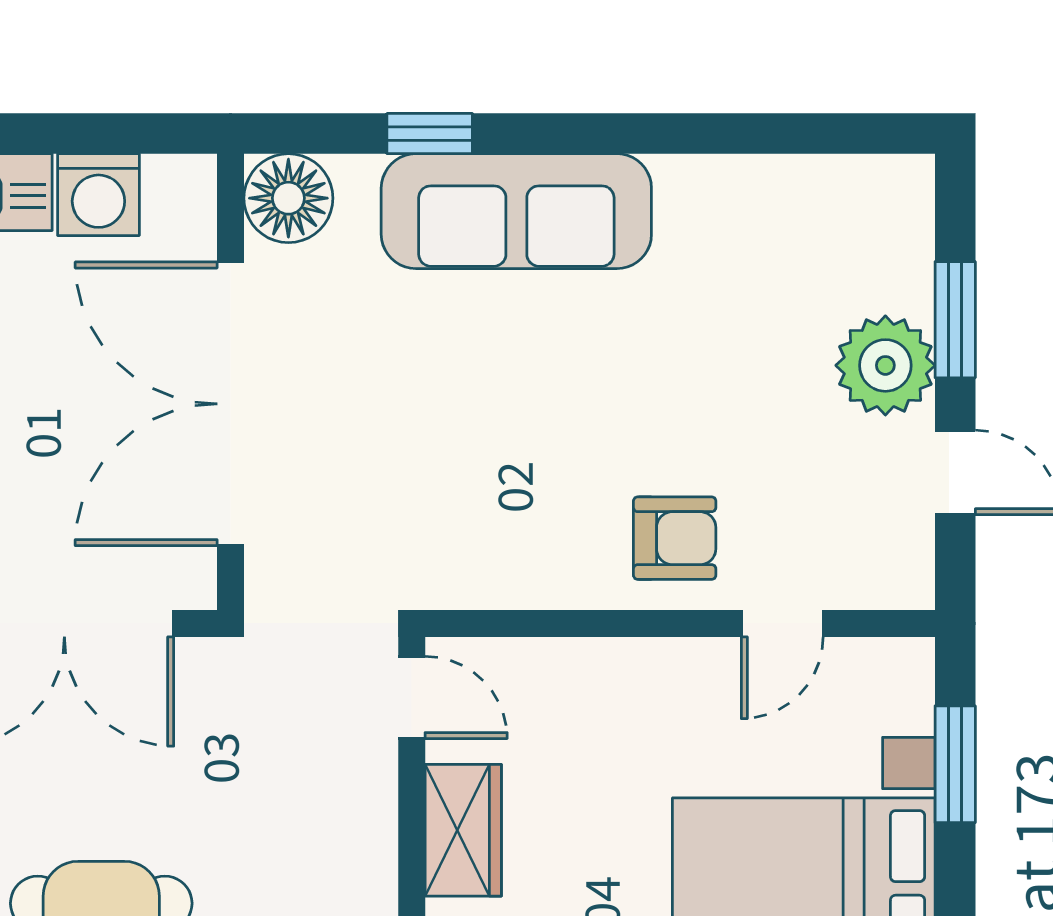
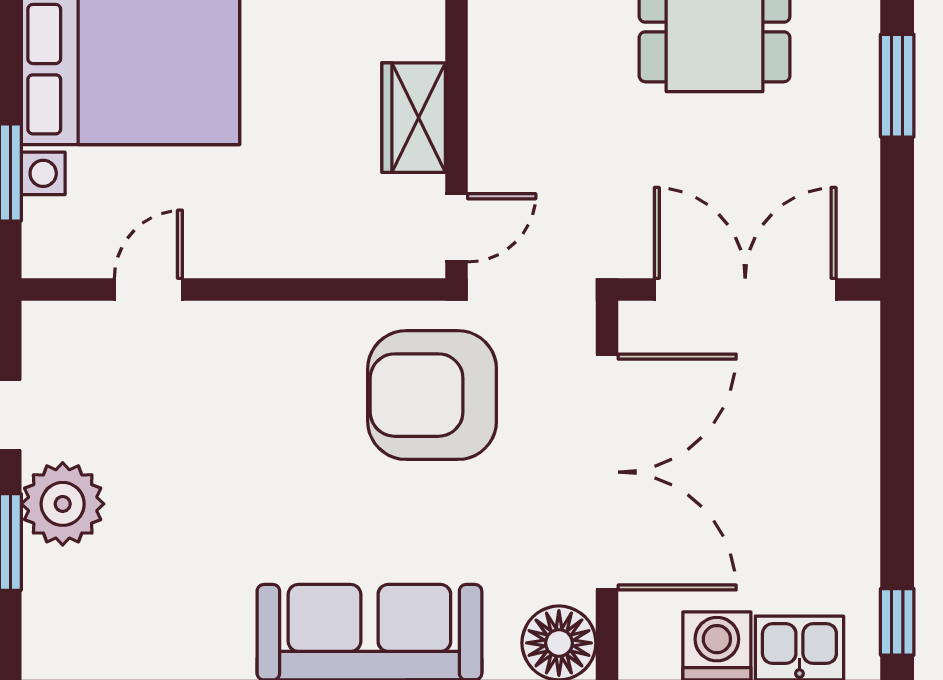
armchair: (675, 538) -> (432, 395), moved, width x1.88, depth x1.88
door: (412, 698) -> (456, 228), swing flipped

